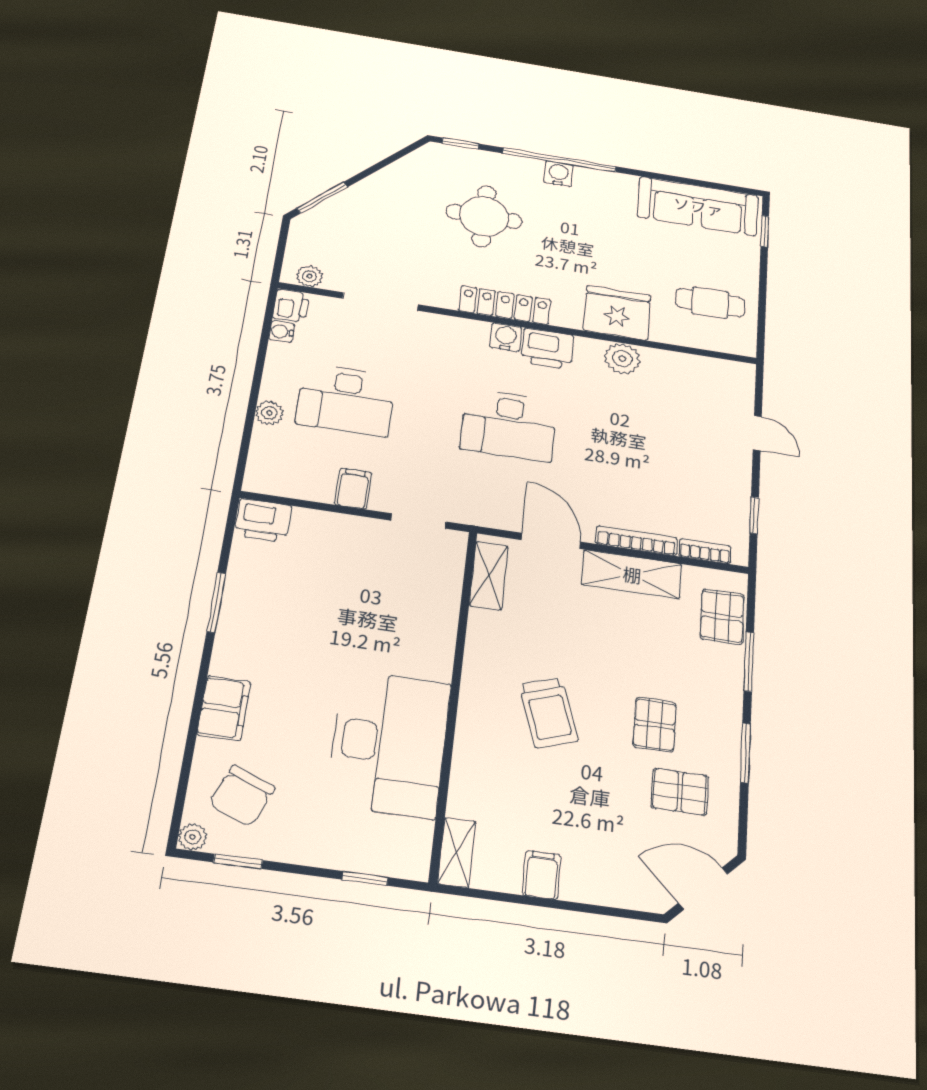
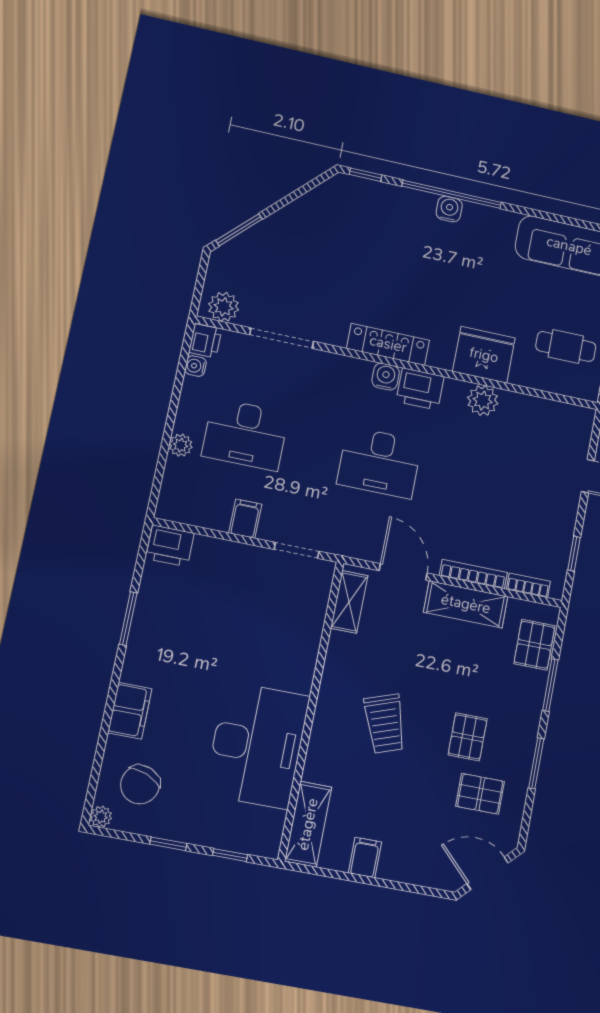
round table: (484, 216) -> (379, 253), removed
plant: (310, 276) -> (224, 307), width x1.38, depth x1.38
shelving: (457, 852) -> (308, 824), width x1.50, depth x1.33
window: (238, 861) -> (168, 844), moved

